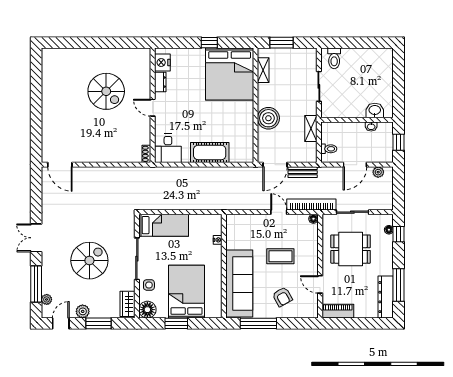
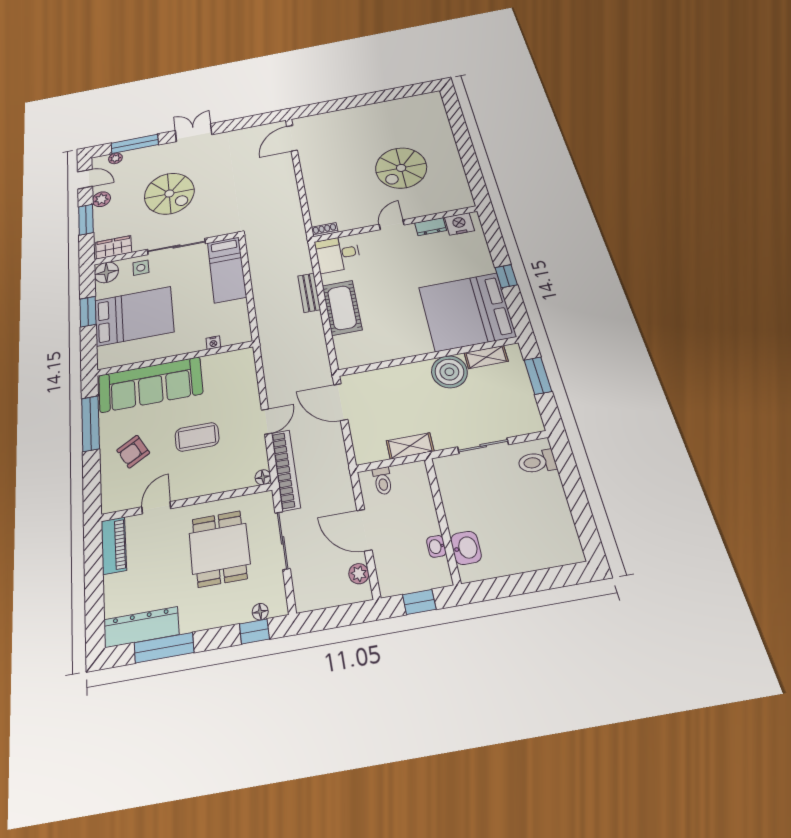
boiler: (268, 118) -> (449, 372), moved
bench: (303, 172) -> (309, 293), moved
coffee table: (280, 256) -> (197, 437), turned 90

